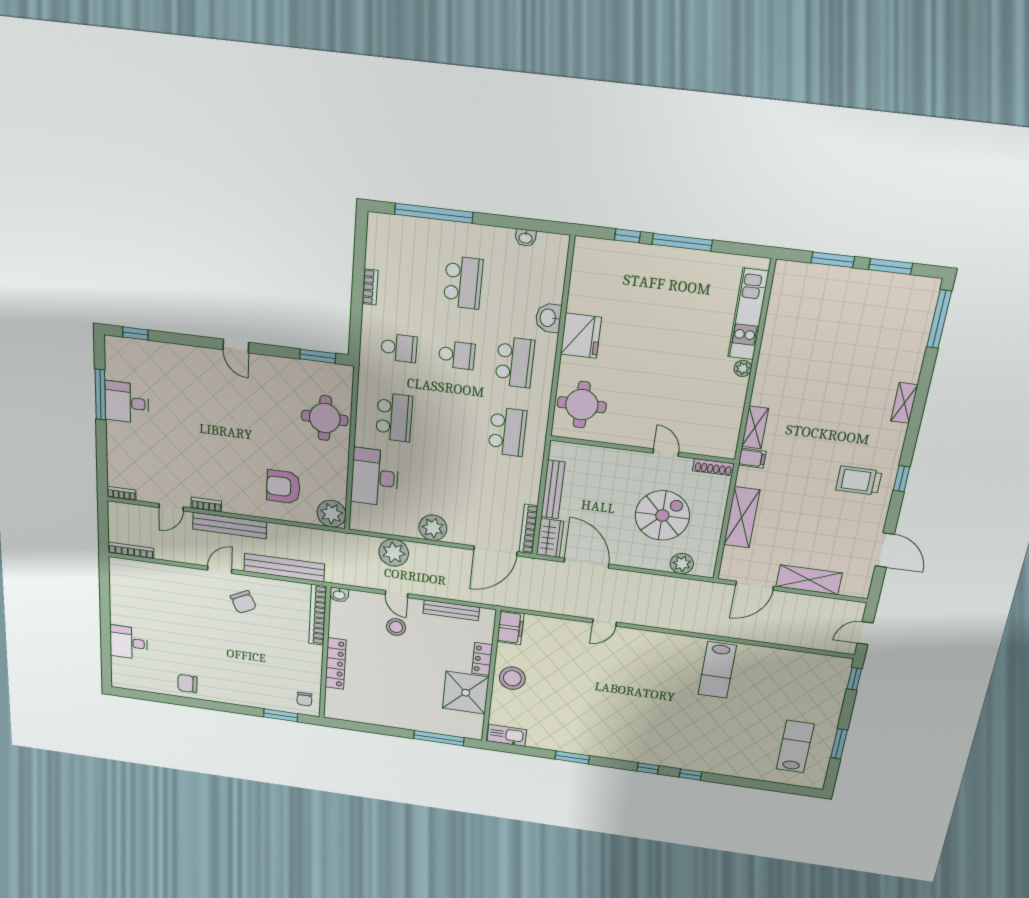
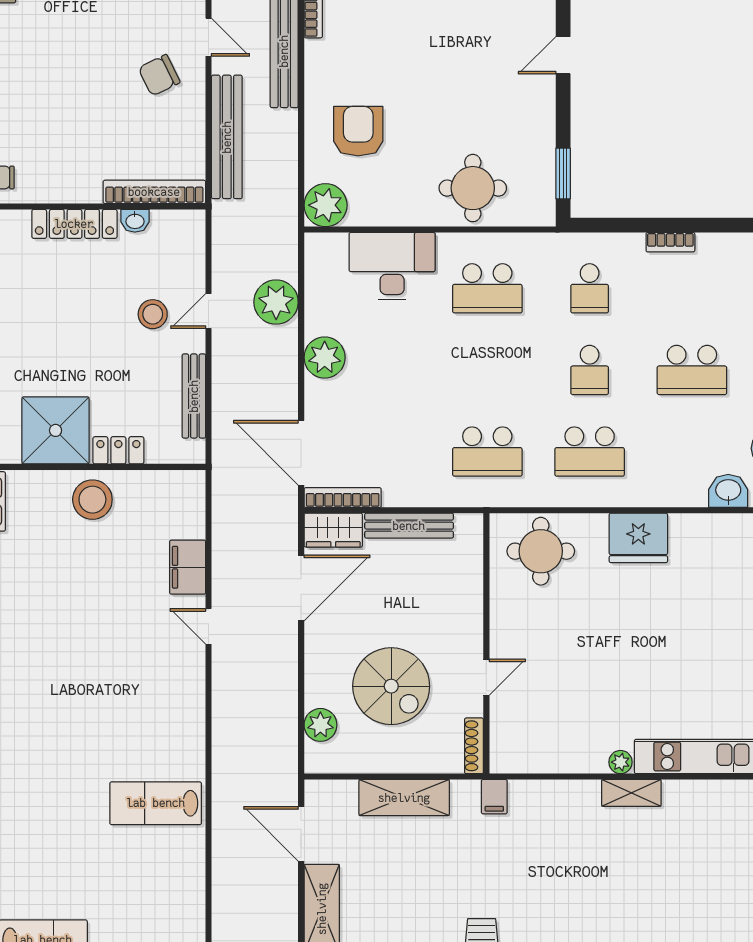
washbasin: (548, 318) -> (728, 491), moved
shelving: (755, 427) -> (631, 793), moved
washbasin: (339, 595) -> (135, 221), moved, turned -90
filing cabinet: (510, 628) -> (188, 567), moved, turned 90

